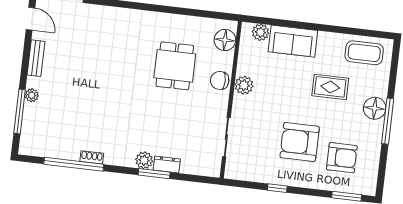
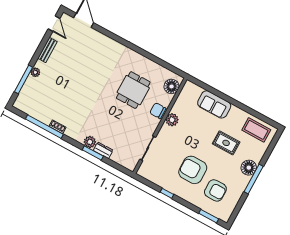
plant: (260, 32) -> (196, 91), removed

